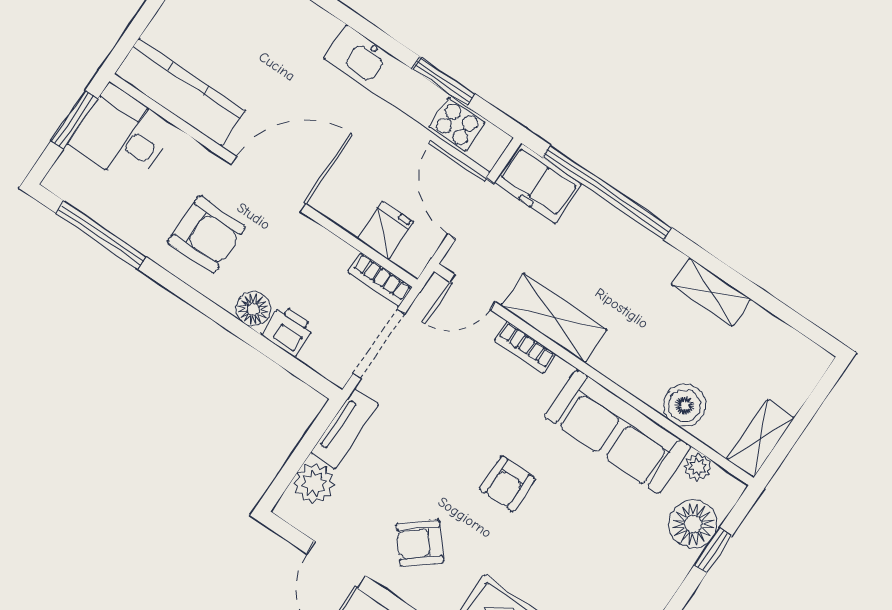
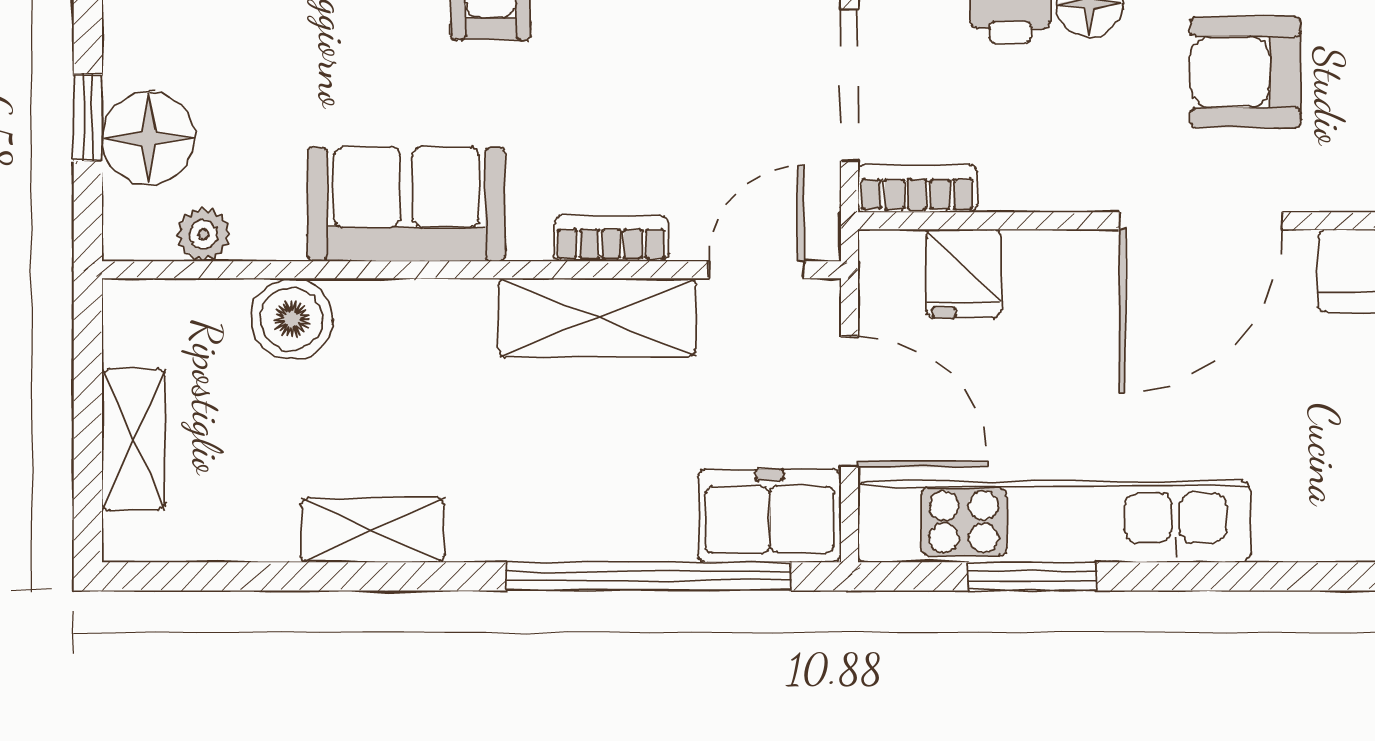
sofa: (618, 432) -> (406, 204), width x0.73
shelving: (761, 439) -> (134, 439), moved

